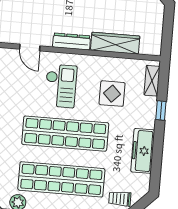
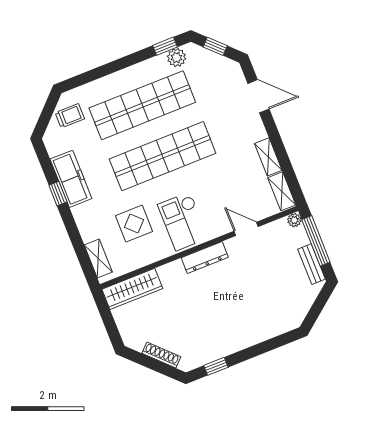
wardrobe: (115, 43) -> (132, 289), moved
checkout: (61, 86) -> (183, 221), moved
window: (161, 110) -> (58, 194), moved

